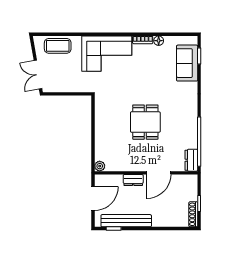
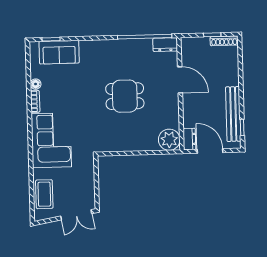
plant: (100, 166) -> (169, 140), width x1.87, depth x1.87
dresser: (133, 180) -> (189, 139), moved

